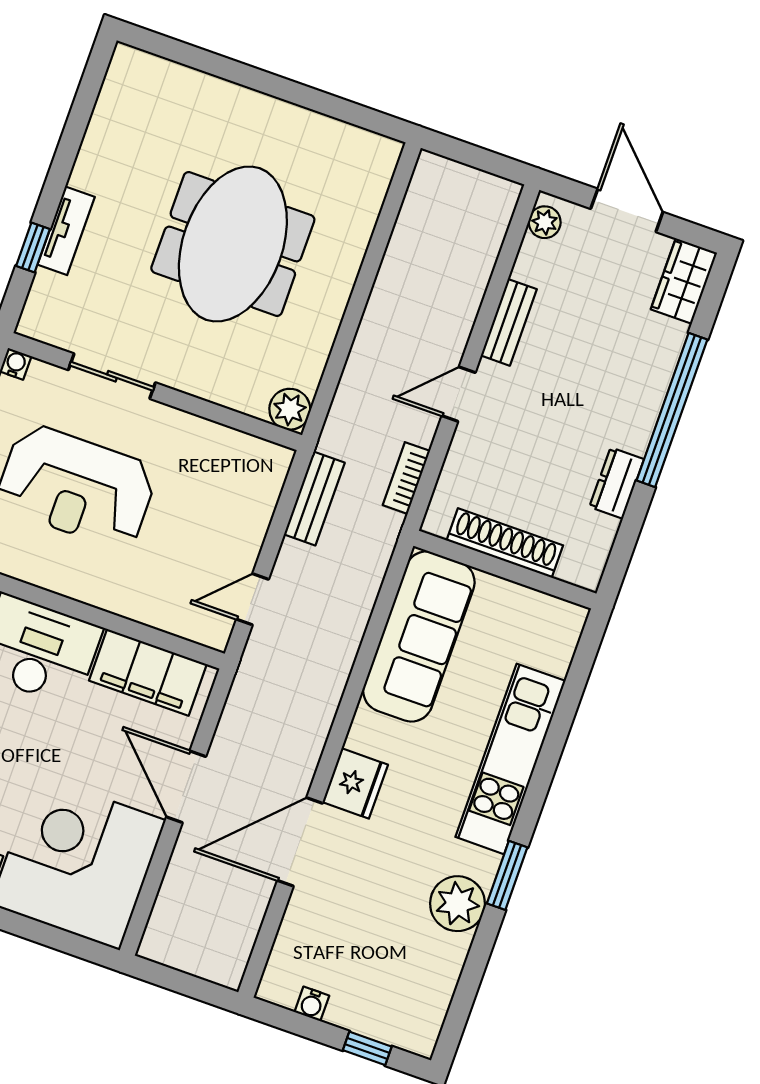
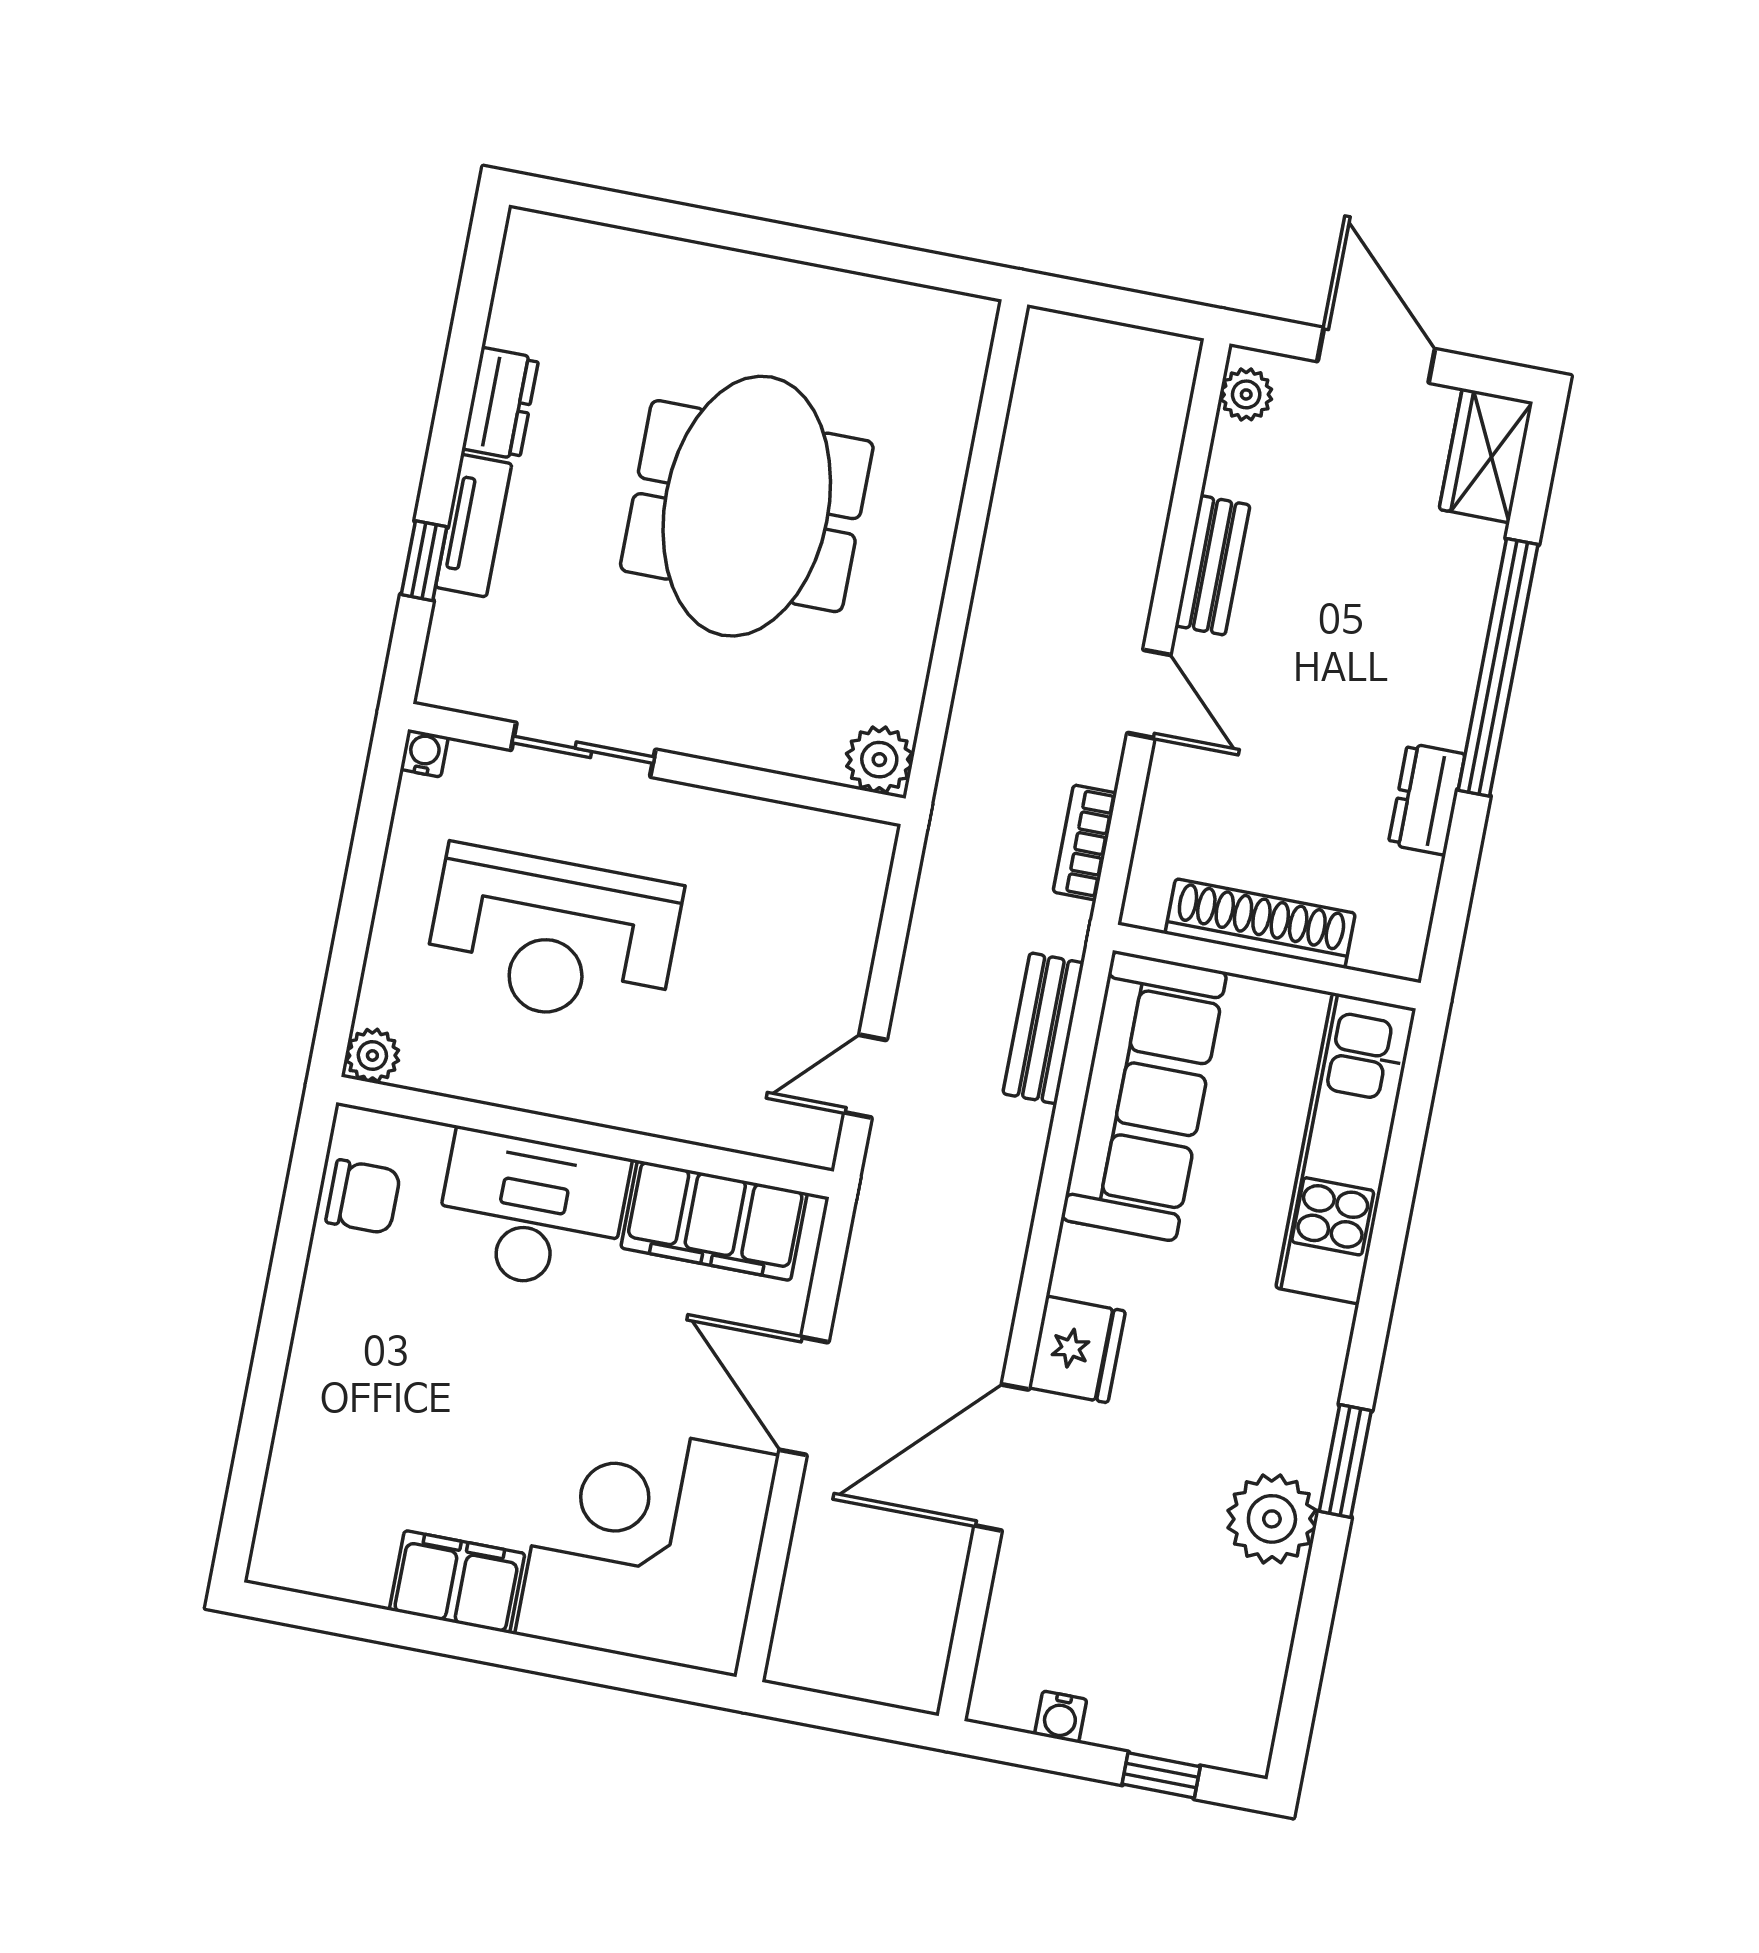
dresser: (93, 159) -> (500, 403), added
door: (459, 394) -> (1149, 694), swing flipped
bench: (314, 499) -> (1043, 1028), moved
kitchen unit: (510, 759) -> (1346, 1148), moved

